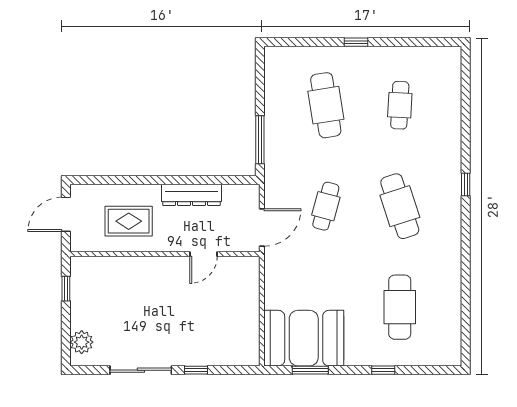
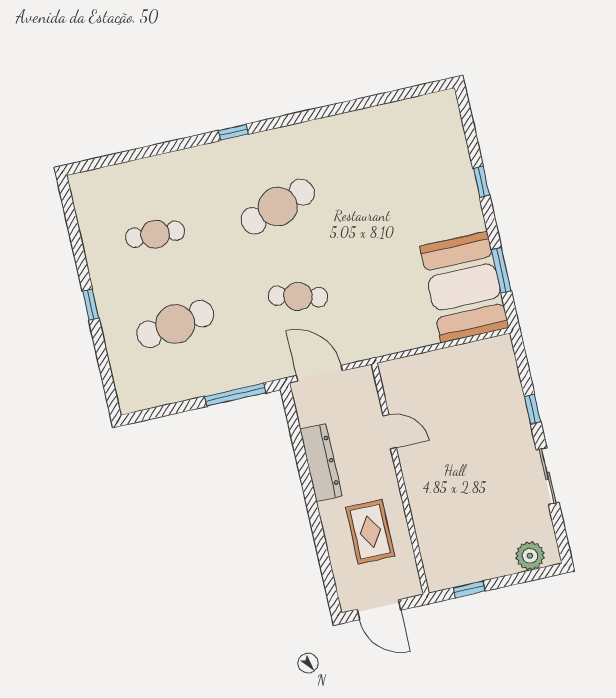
door: (262, 228) -> (319, 373), moved
cafe table: (400, 307) -> (400, 179), removed
sliding door: (141, 370) -> (548, 476), width x0.73

